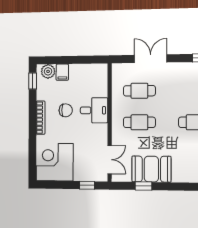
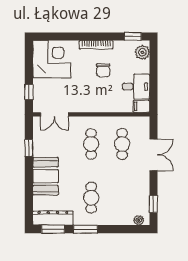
filing cabinet: (62, 72) -> (141, 106), moved
desk: (94, 110) -> (136, 87), moved, turned -90
booth: (151, 169) -> (46, 176), moved

